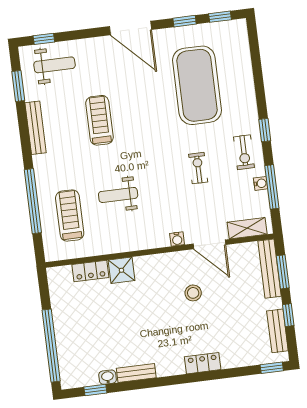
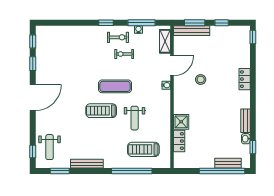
weight bench: (55, 65) -> (50, 147), turned 180
exercise mat: (197, 85) -> (115, 86), moved, width x0.50, depth x0.69
treadmill: (99, 120) -> (101, 111), moved
exercise bike: (198, 168) -> (124, 54), moved
bench: (277, 331) -> (228, 163), moved

